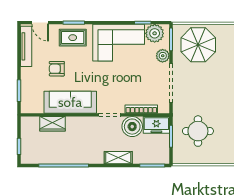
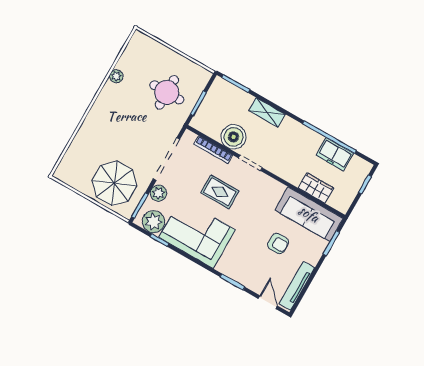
rug: (73, 38) -> (220, 192), moved
sofa: (70, 102) -> (309, 214), moved
freezer: (156, 125) -> (335, 154), moved, turned 180

